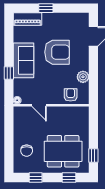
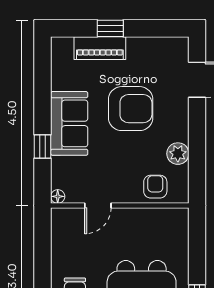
piano: (27, 19) -> (100, 48), moved
door: (39, 105) -> (98, 206), hinge flipped

